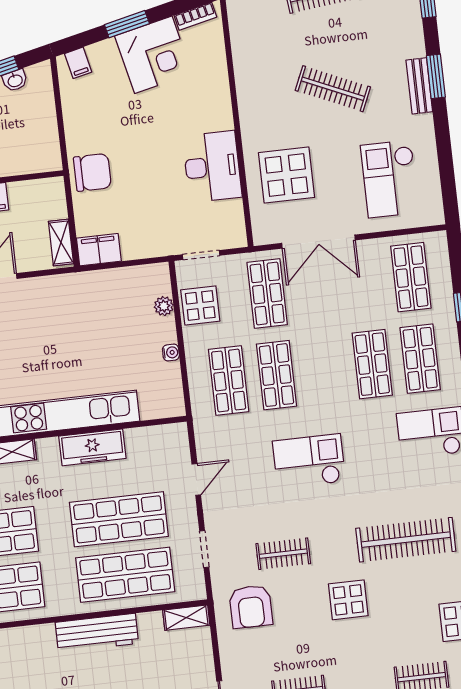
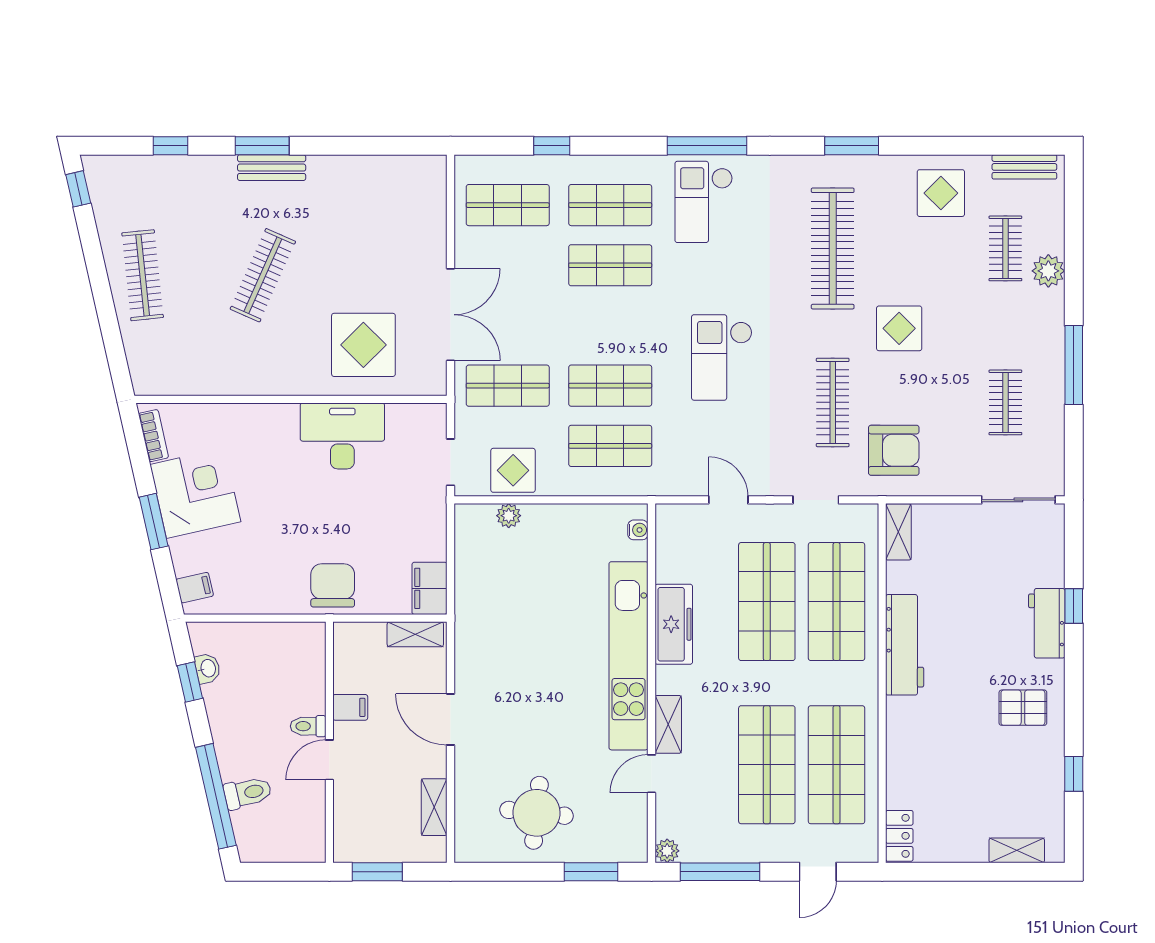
checkout: (390, 179) -> (383, 217), removed
water cooler: (171, 353) -> (638, 530), moved, turned 90
clothes rail: (283, 554) -> (833, 402), width x1.36

